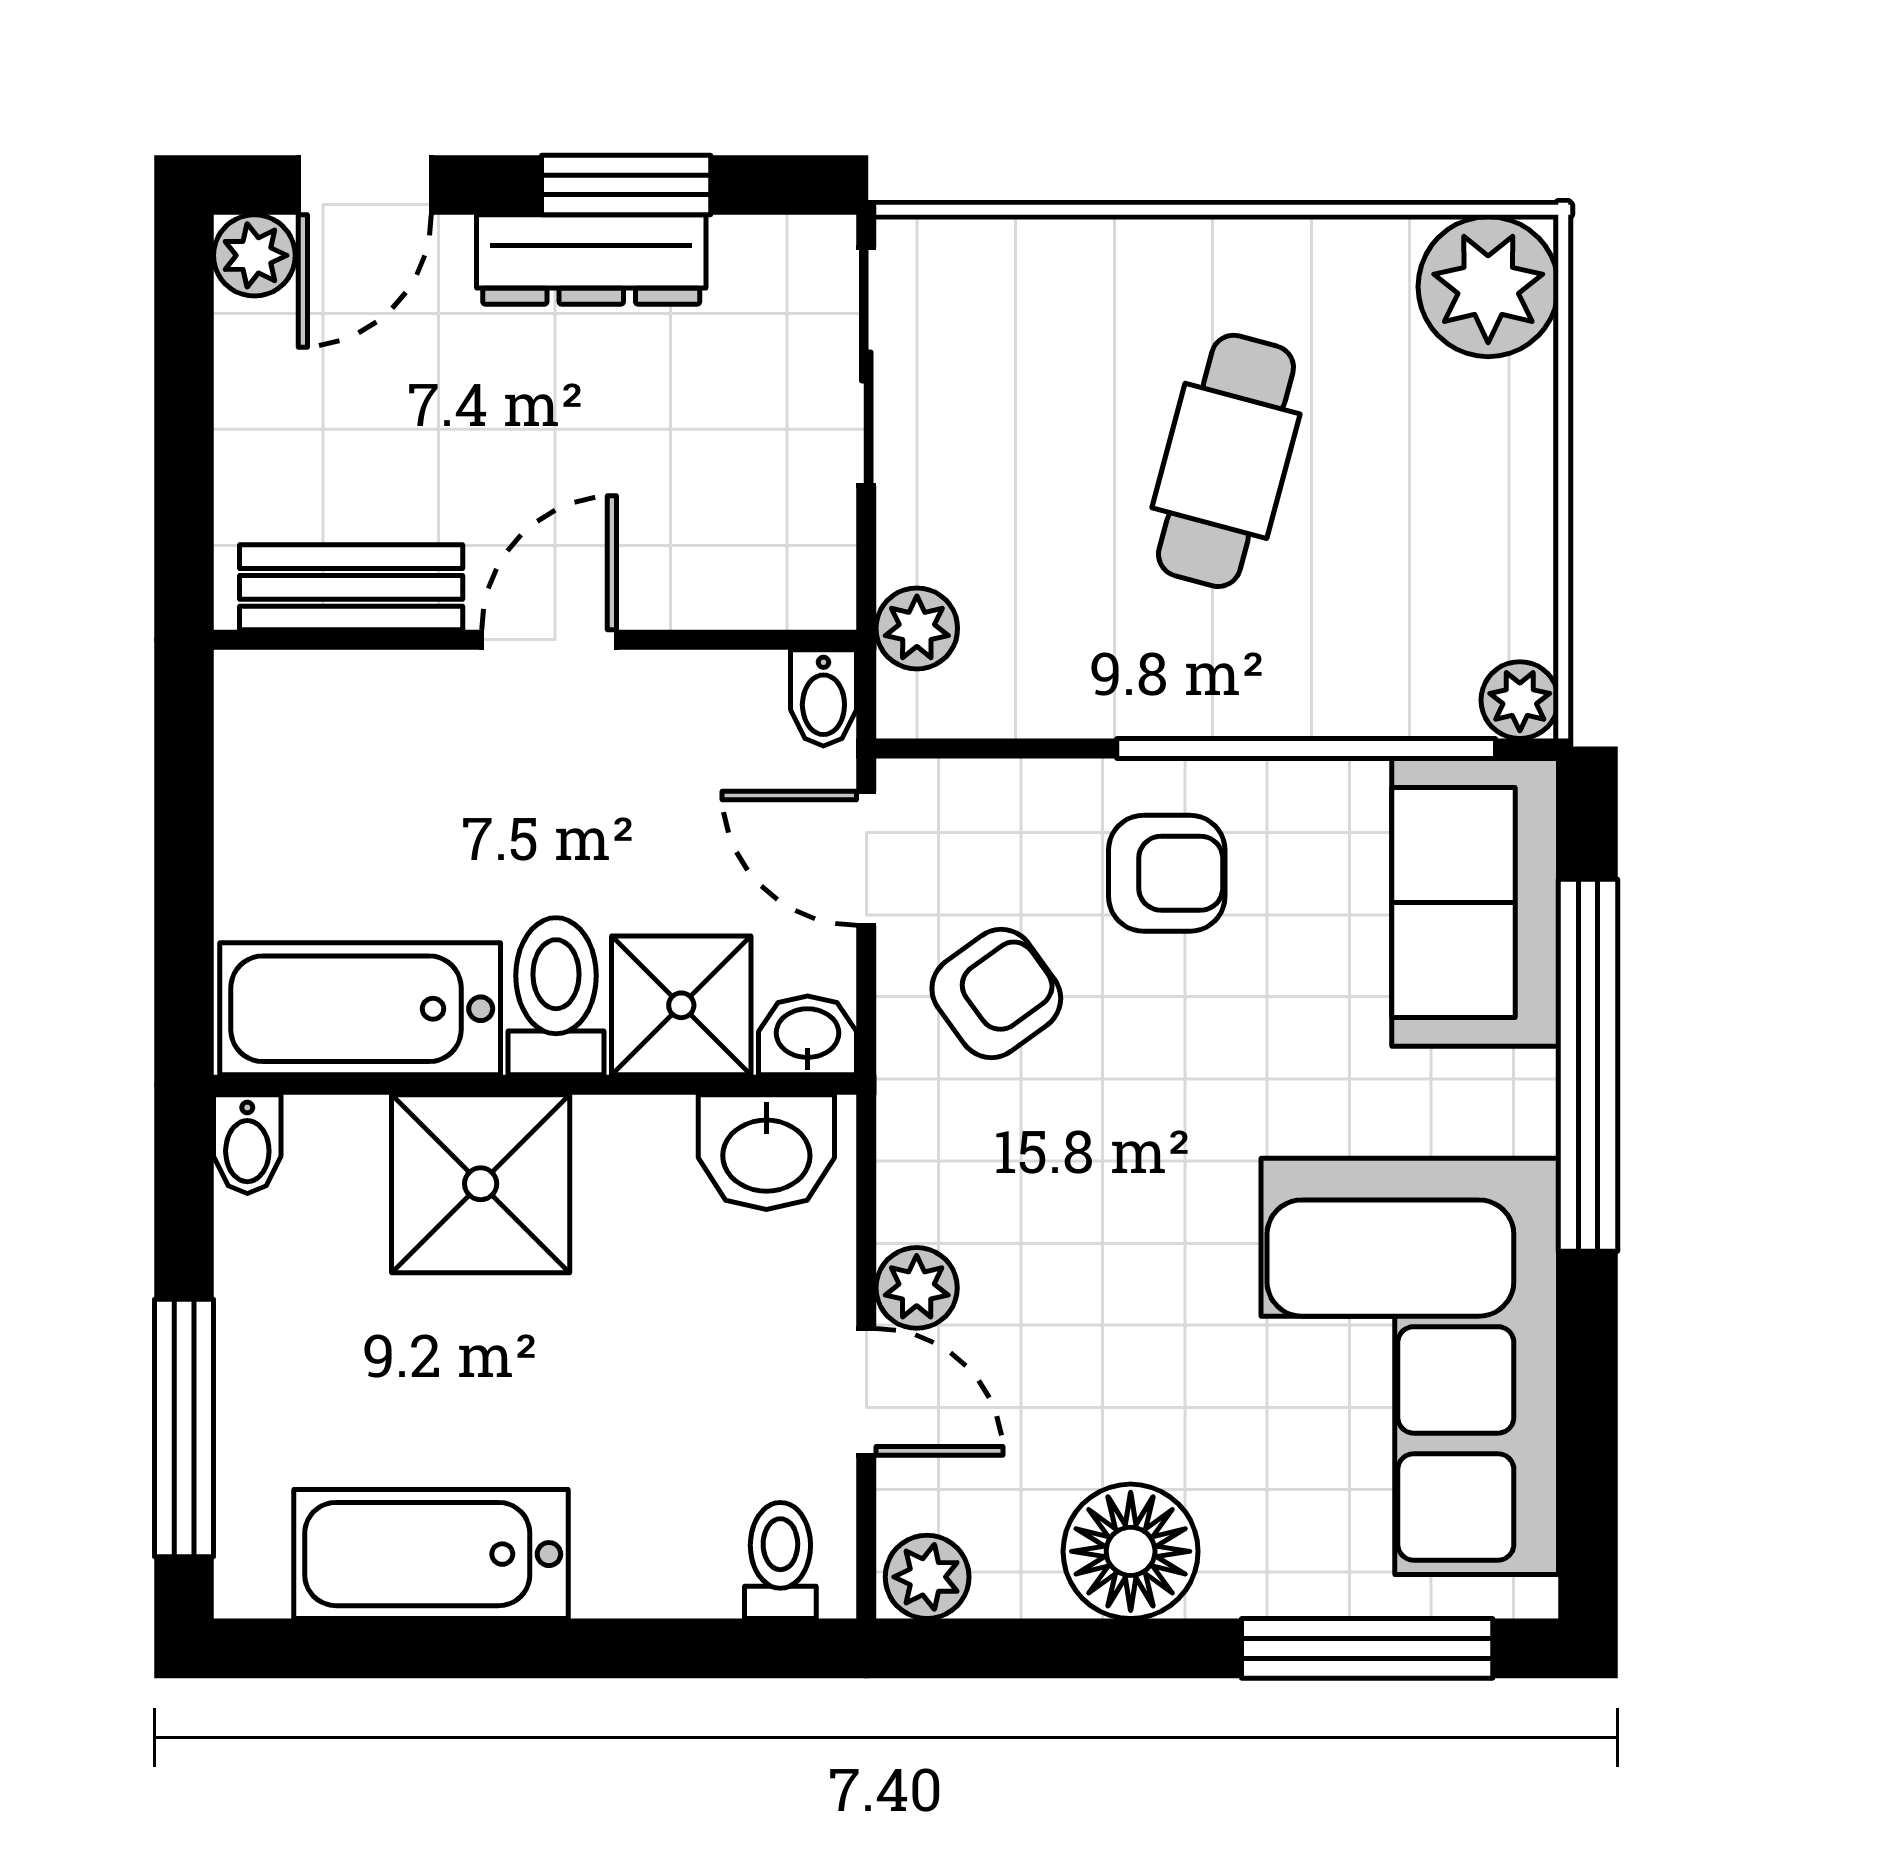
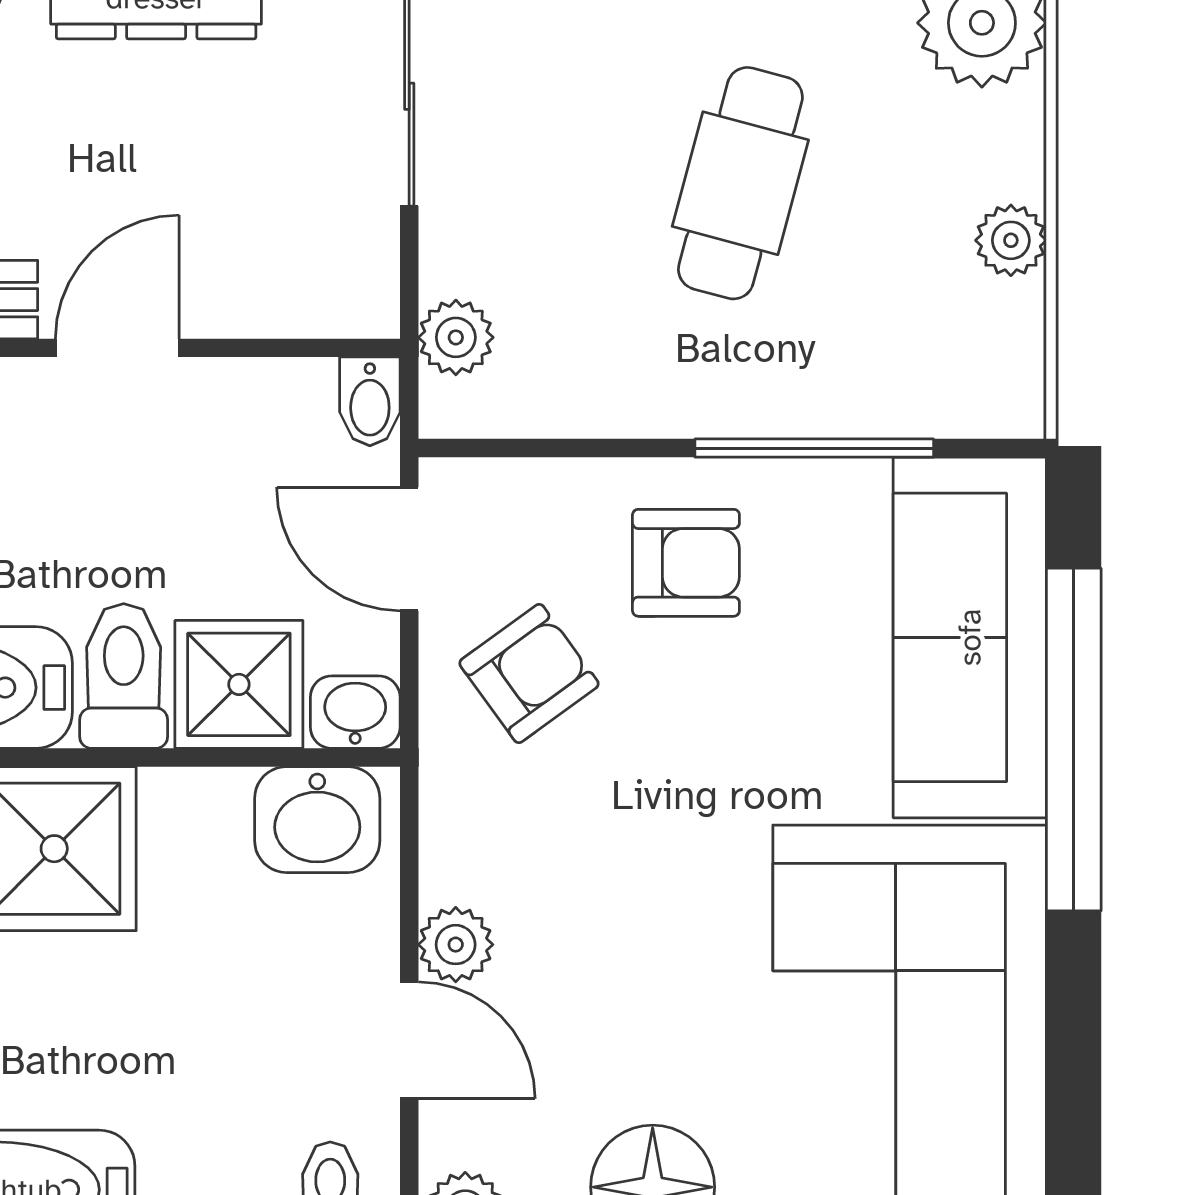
plant: (1520, 700) -> (1011, 240), moved
window: (1306, 749) -> (814, 448), width x0.68
sofa: (1475, 902) -> (970, 637), width x1.36

